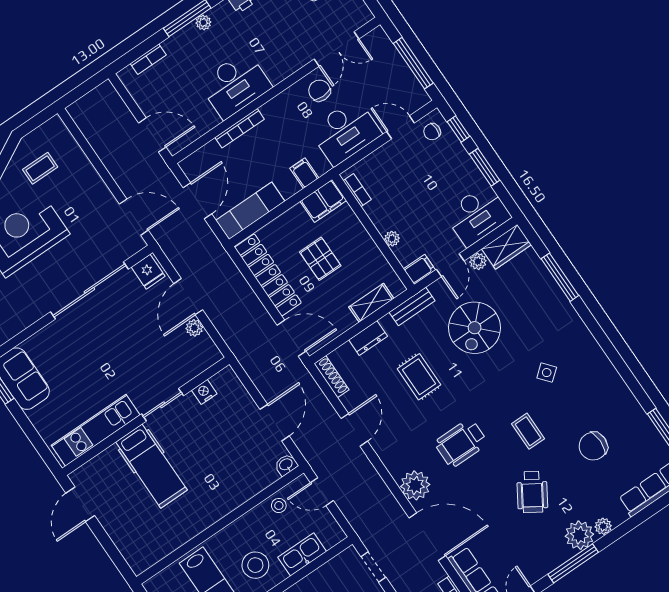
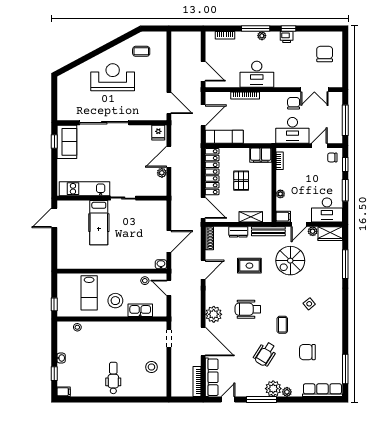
door: (401, 127) -> (319, 146), hinge flipped
filing cabinet: (304, 173) -> (261, 136), removed
sliding door: (89, 290) -> (104, 123), moved
bench: (412, 306) -> (268, 231), width x1.36
rug: (419, 377) -> (249, 266), turned 90
nightstand: (204, 392) -> (146, 205), removed

